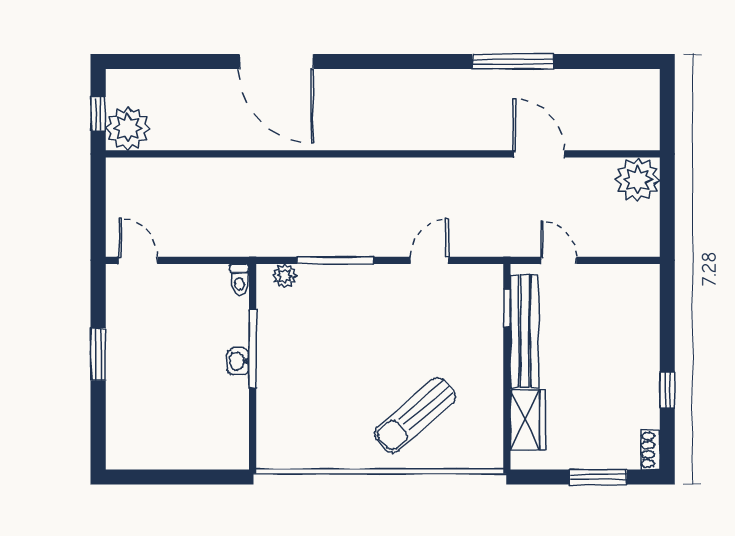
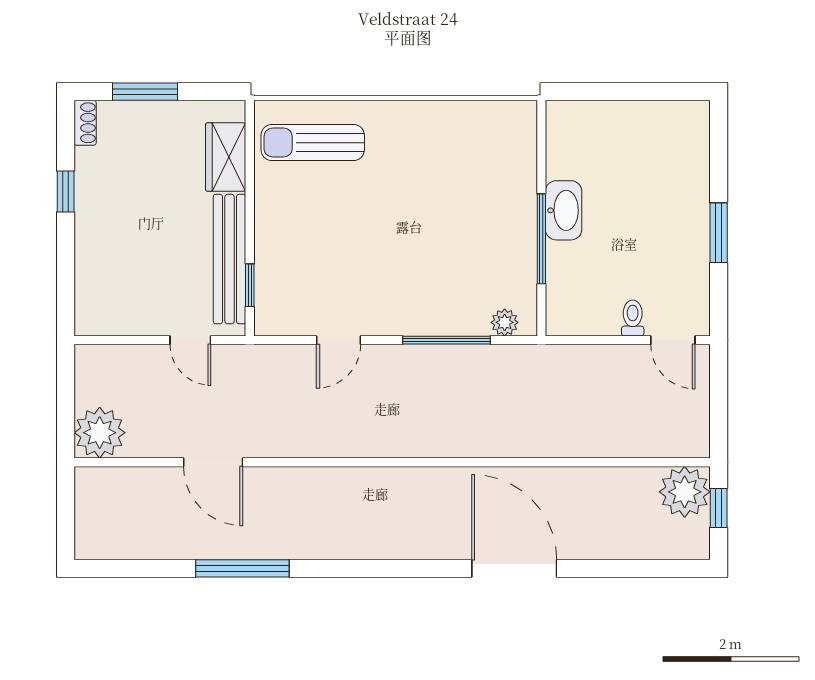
toilet: (239, 280) -> (633, 318), moved
washbasin: (238, 361) -> (564, 210), width x1.91, depth x1.45
sun lounger: (415, 415) -> (313, 143), moved, turned -139

